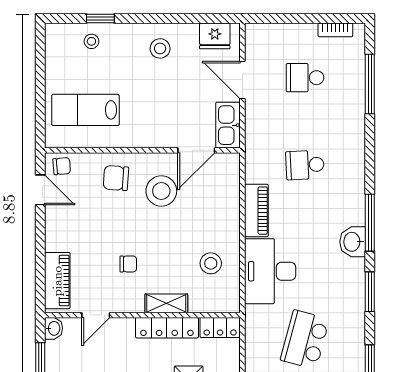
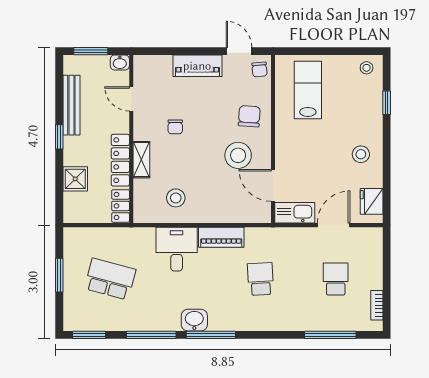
stool: (91, 41) -> (367, 68), moved
door: (40, 190) -> (239, 51), swing flipped
desk: (270, 271) -> (177, 249), width x0.73
piano: (57, 281) -> (197, 66), moved
window: (370, 292) -> (151, 335), width x1.44

